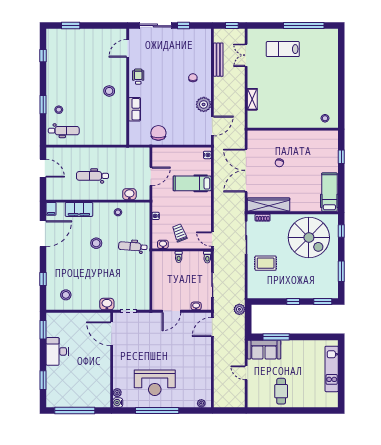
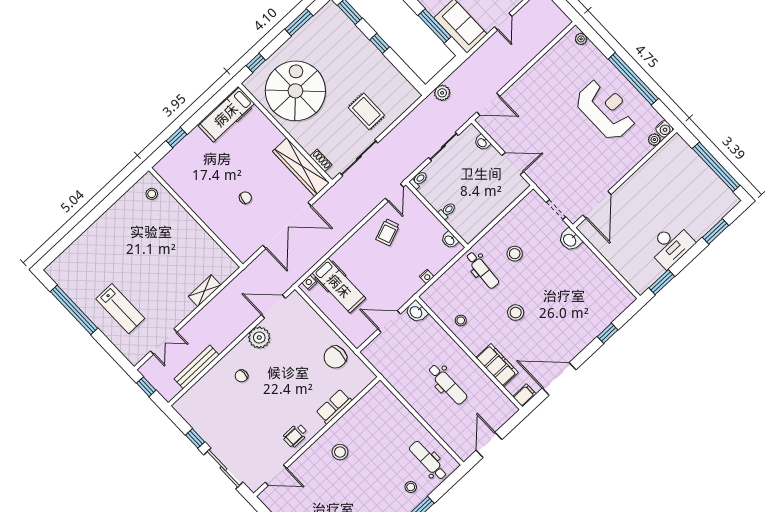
hospital bed: (192, 183) -> (339, 286), moved
washbasin: (129, 194) -> (416, 312), moved
trolley: (179, 233) -> (388, 232), moved
stool: (66, 295) -> (515, 254), moved

